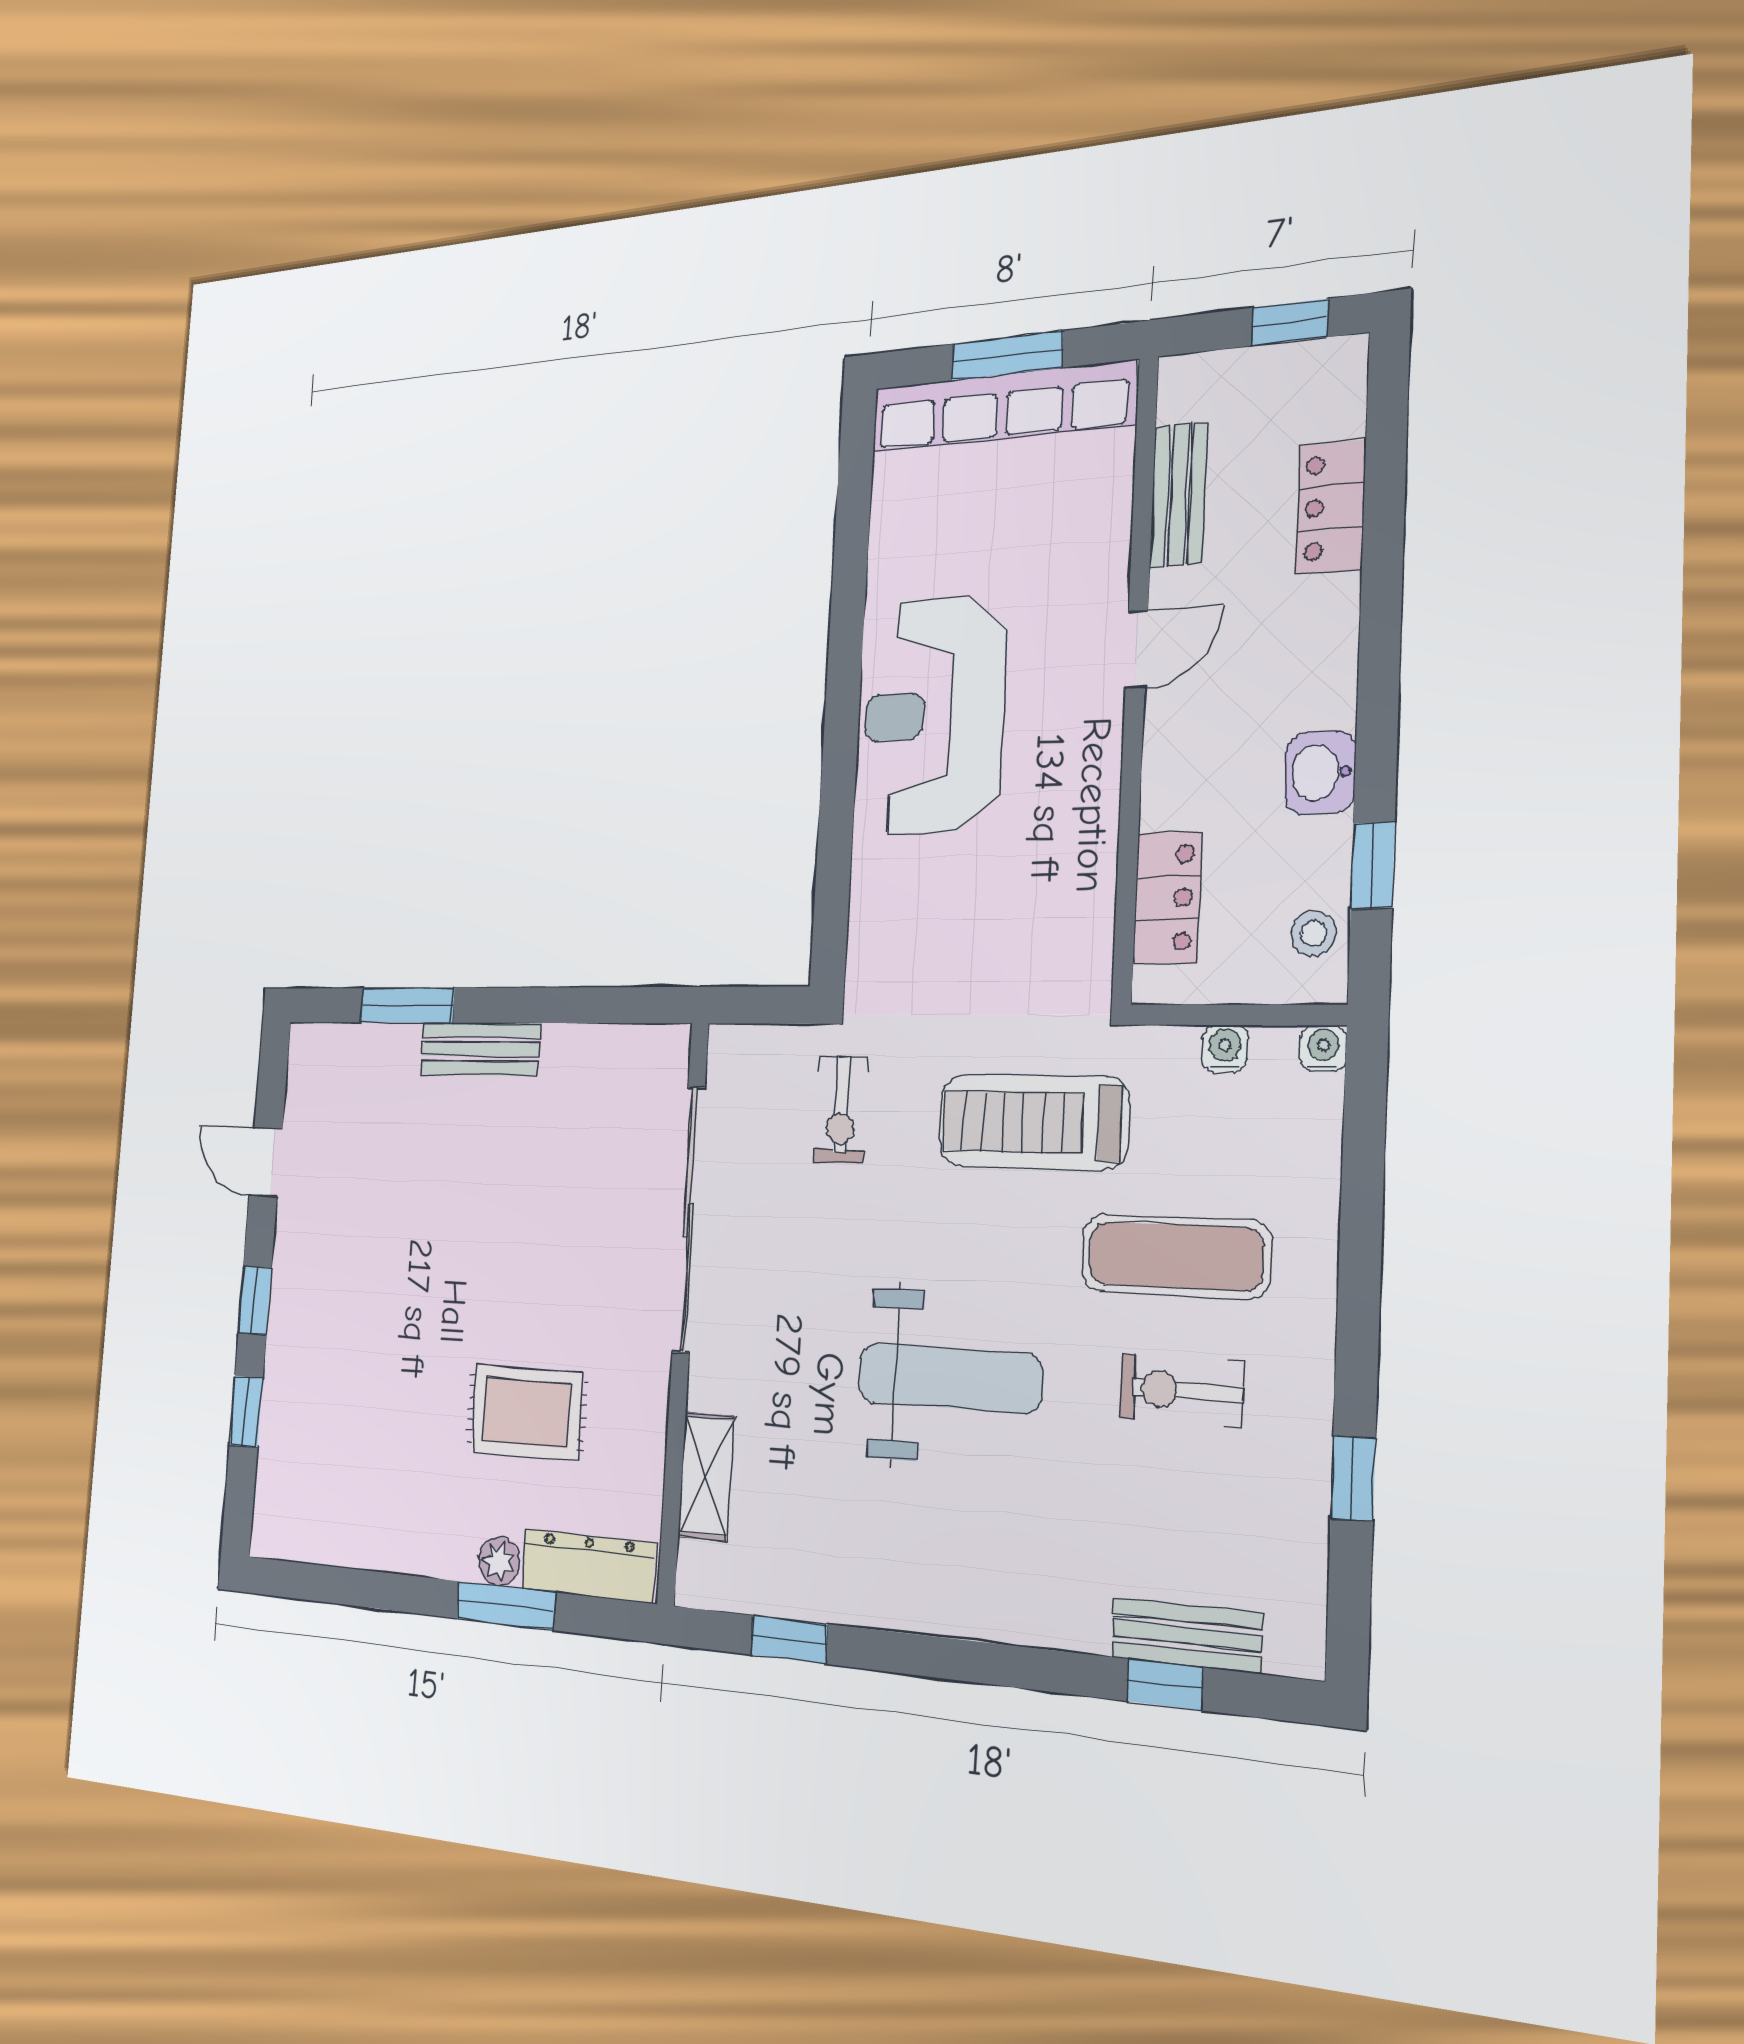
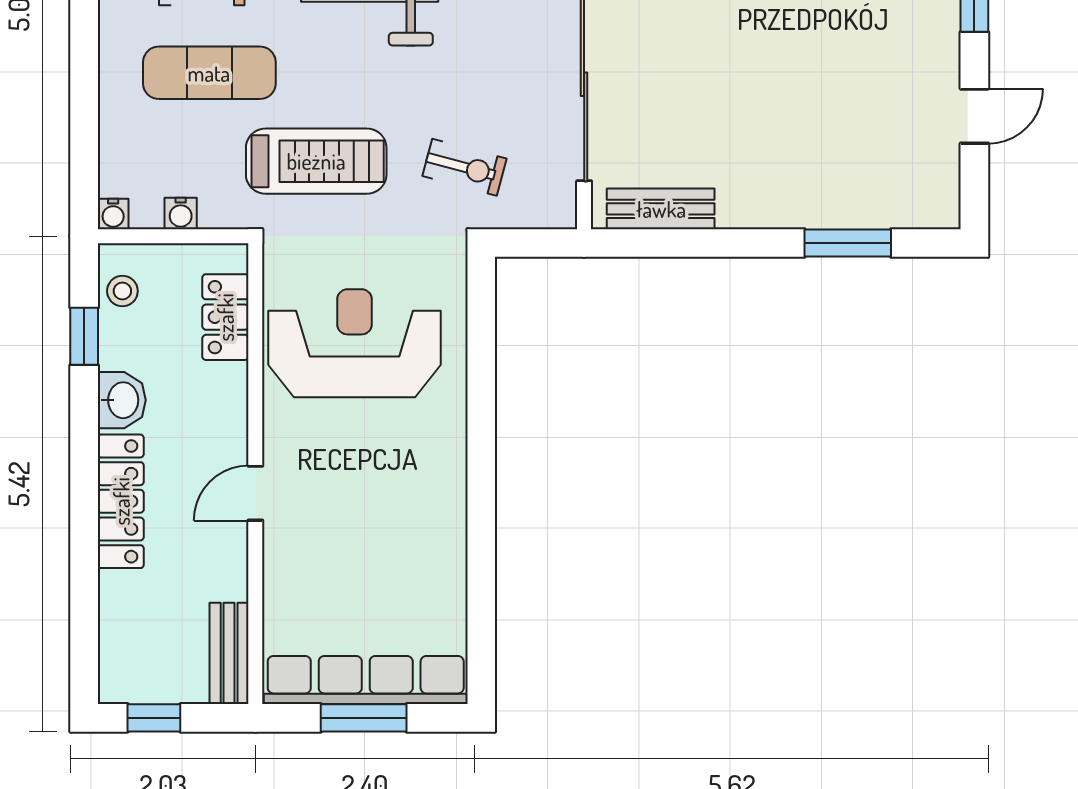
bench: (1179, 494) -> (229, 653), moved
locker: (1331, 507) -> (121, 501), moved, width x1.53
reception desk: (934, 715) -> (355, 343), moved, turned -90
bench: (480, 1049) -> (661, 209), moved
exercise bike: (841, 1110) -> (464, 167), turned 105
door: (266, 1162) -> (974, 116), hinge flipped

